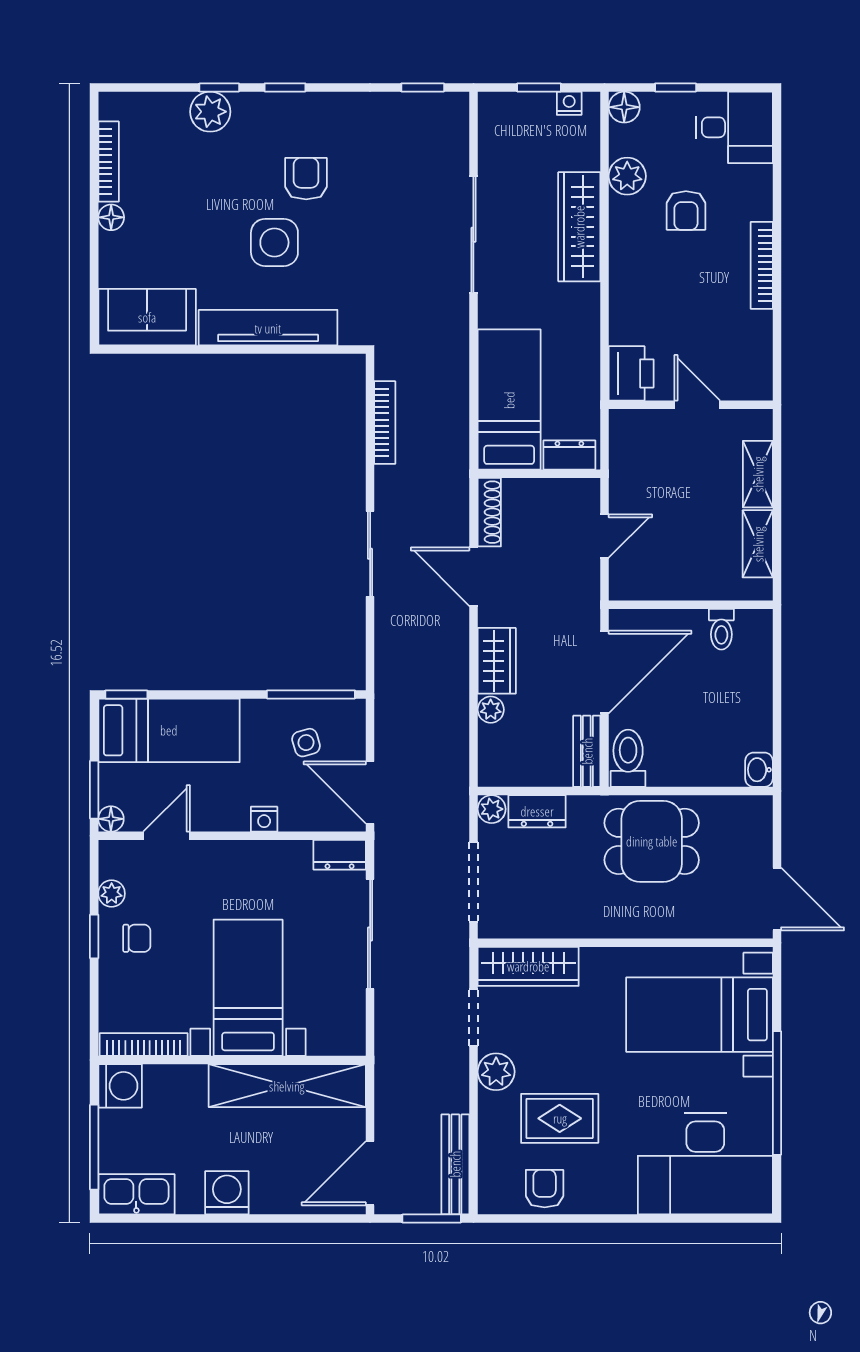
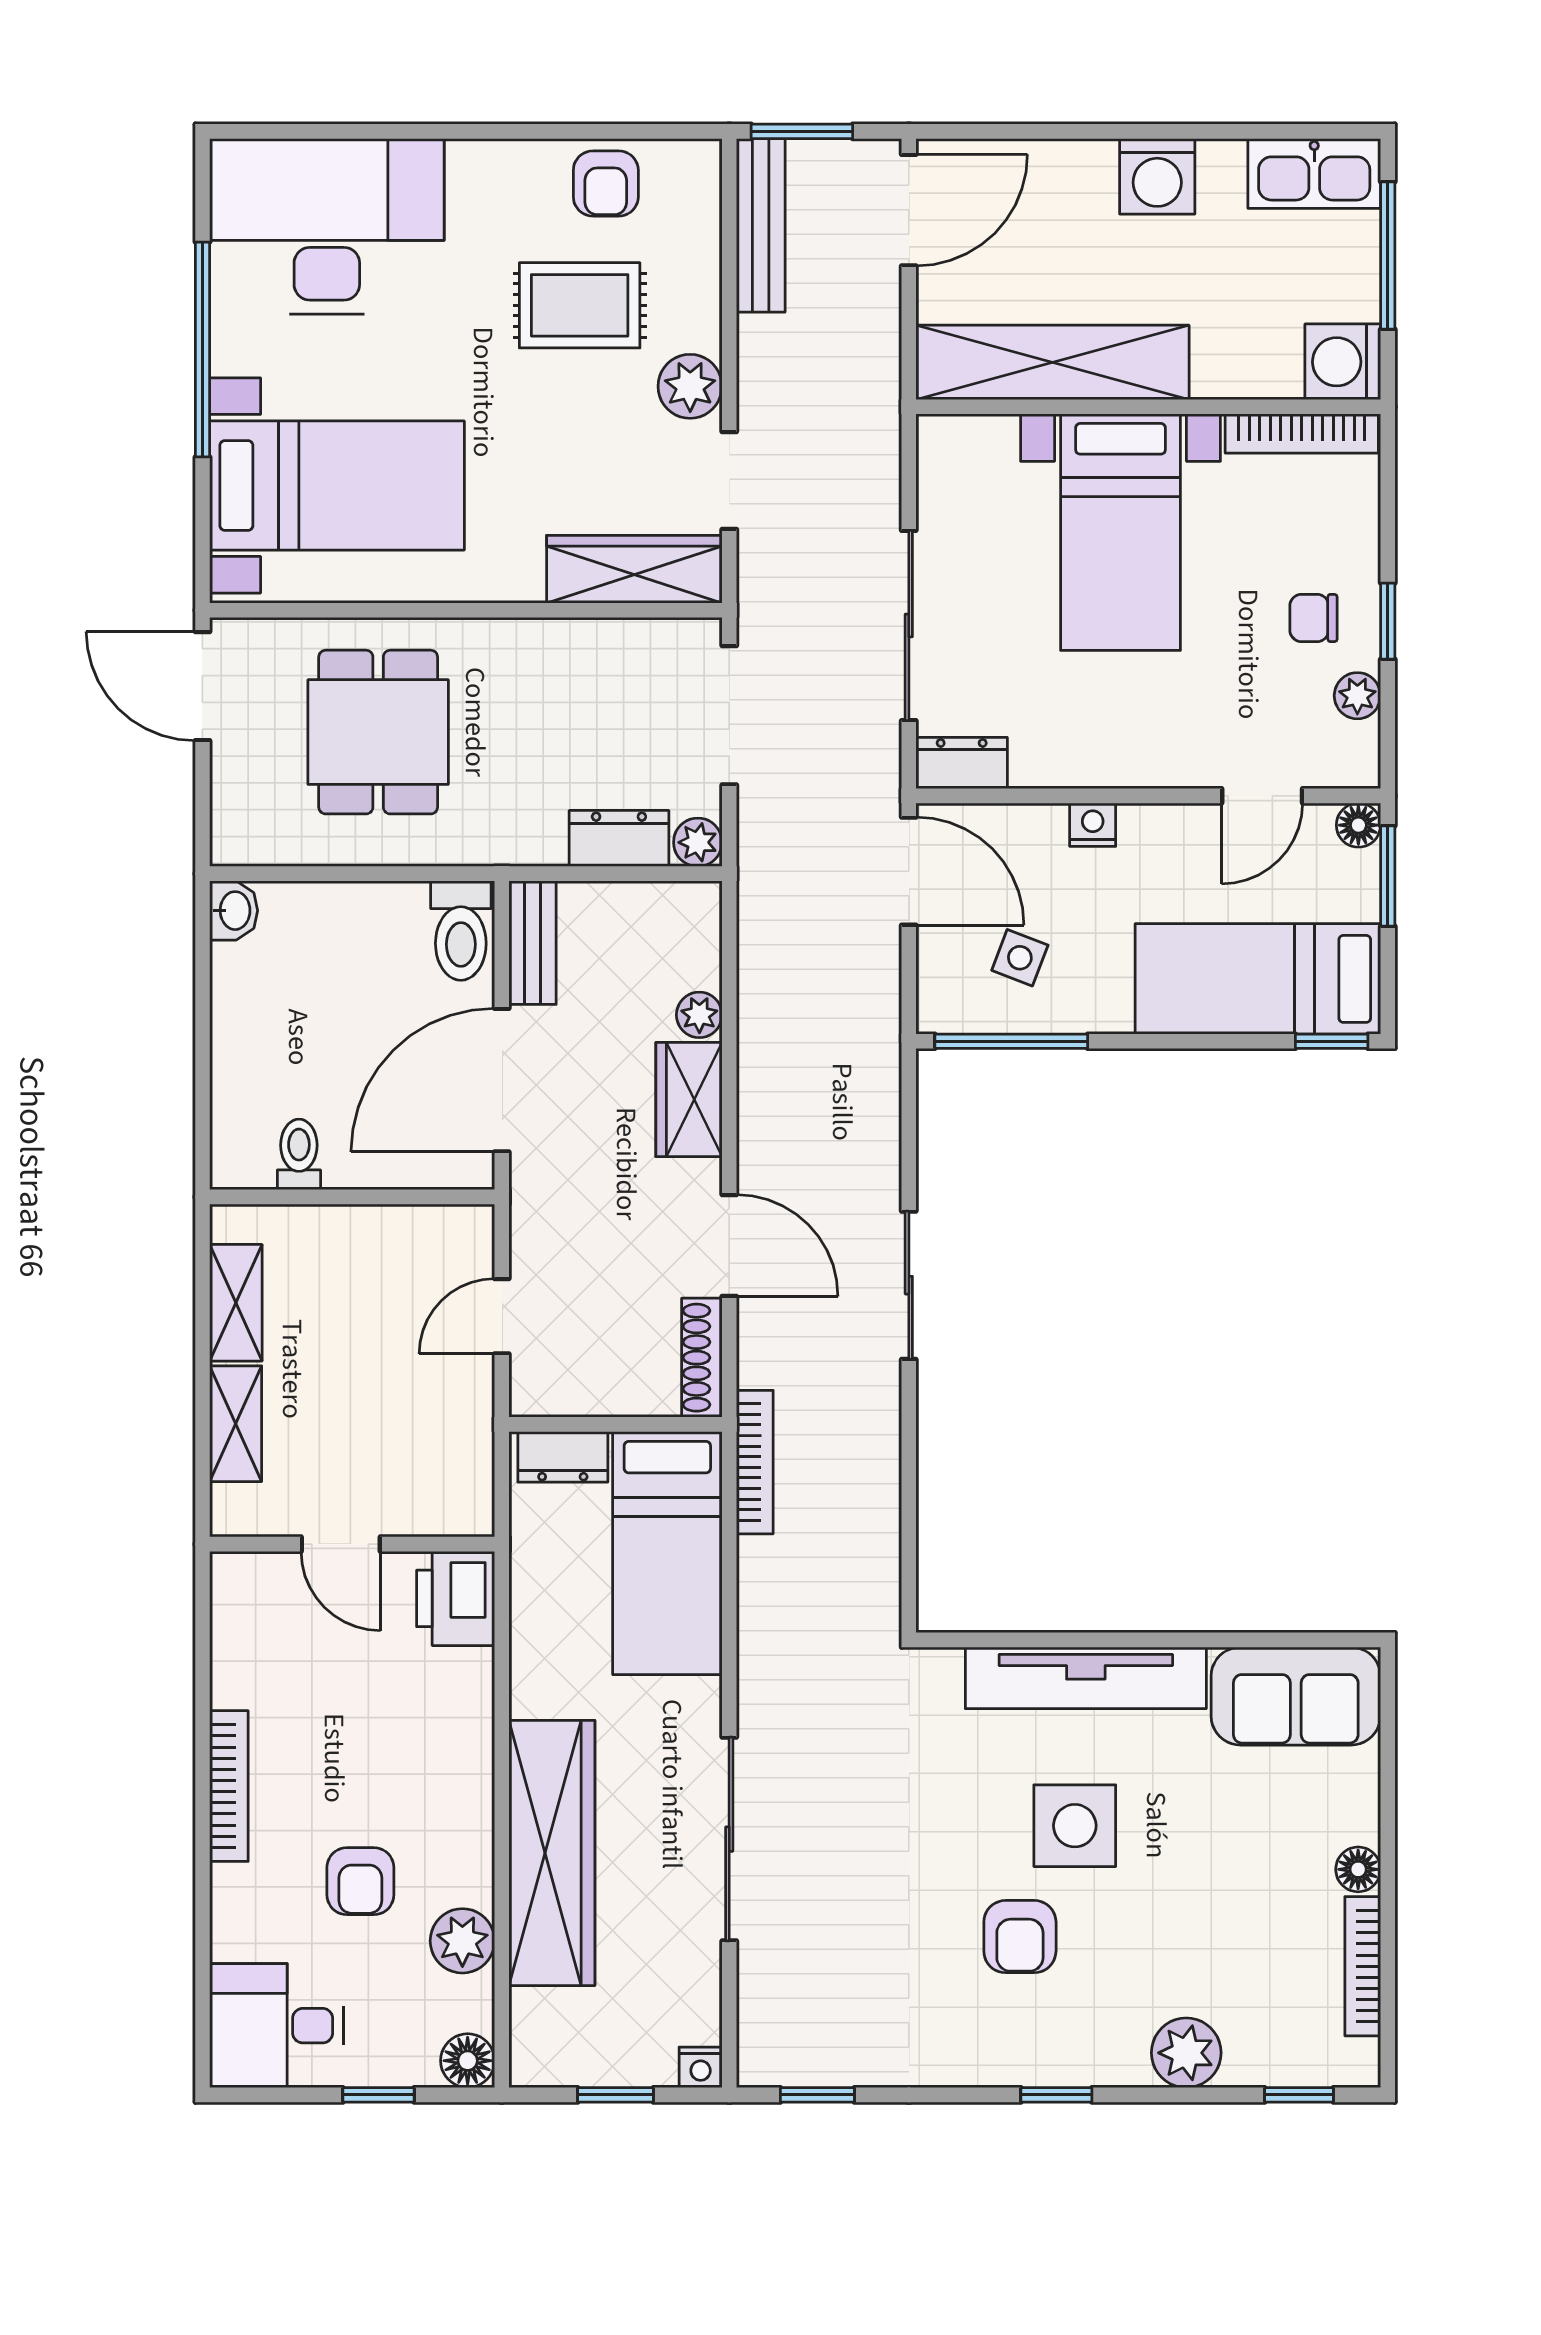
window: (219, 87) -> (1299, 2095), moved
nightstand: (569, 103) -> (701, 2067), moved
armchair: (686, 211) -> (360, 1881), turned 180
wardrobe: (579, 227) -> (552, 1853), width x1.40, depth x1.17
bookcase: (385, 423) -> (755, 1462), moved, turned 180
side table: (306, 743) -> (1020, 958), turned 37
dining table: (652, 841) -> (378, 732), moved, turned 90

